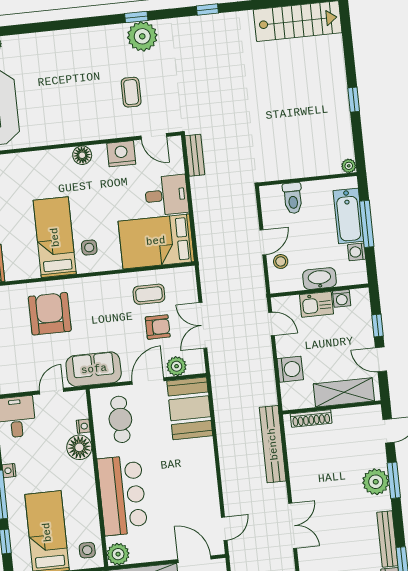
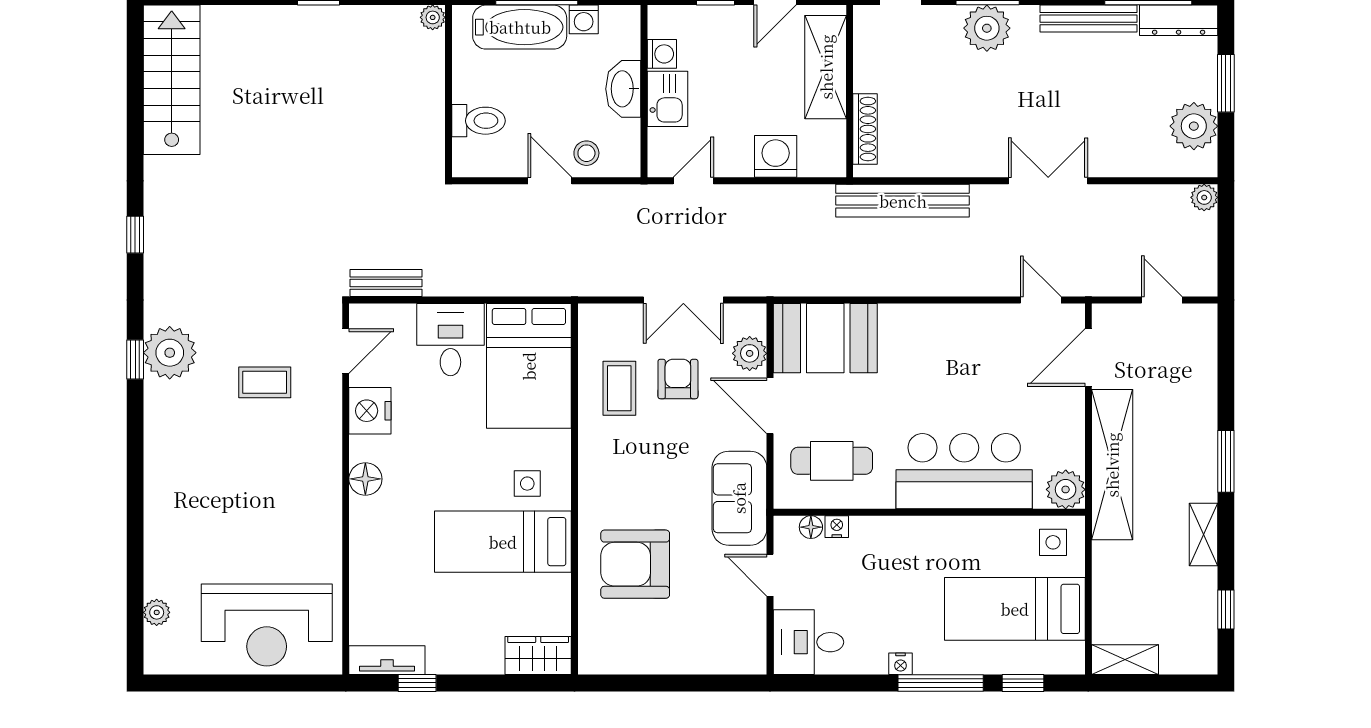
floor lamp: (79, 447) -> (811, 527), moved, width x0.53, depth x0.53

